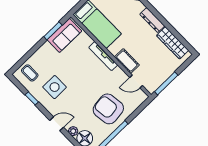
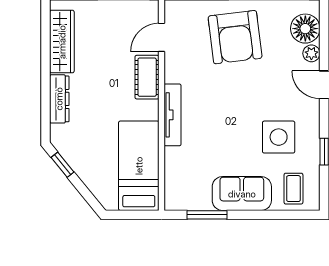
sofa: (64, 35) -> (242, 194), moved
door: (136, 81) -> (162, 37), swing flipped

